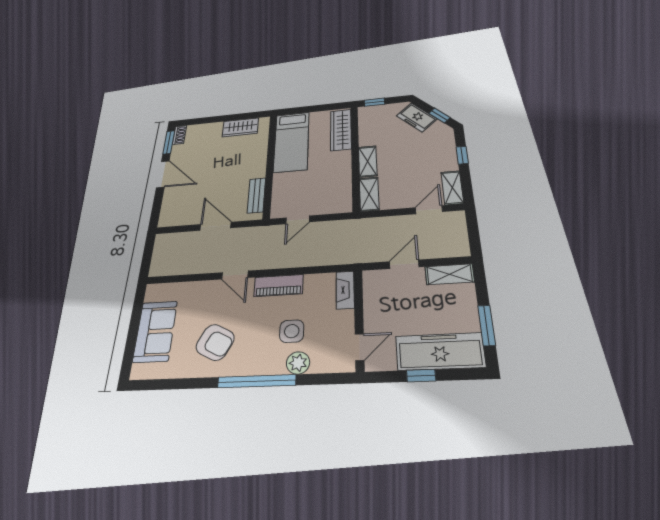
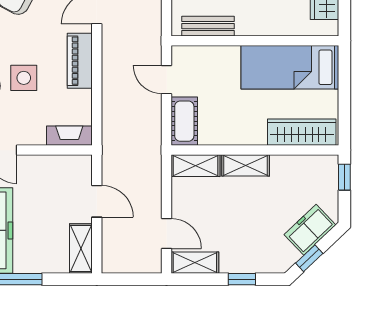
cot: (332, 205) -> (184, 121), added

